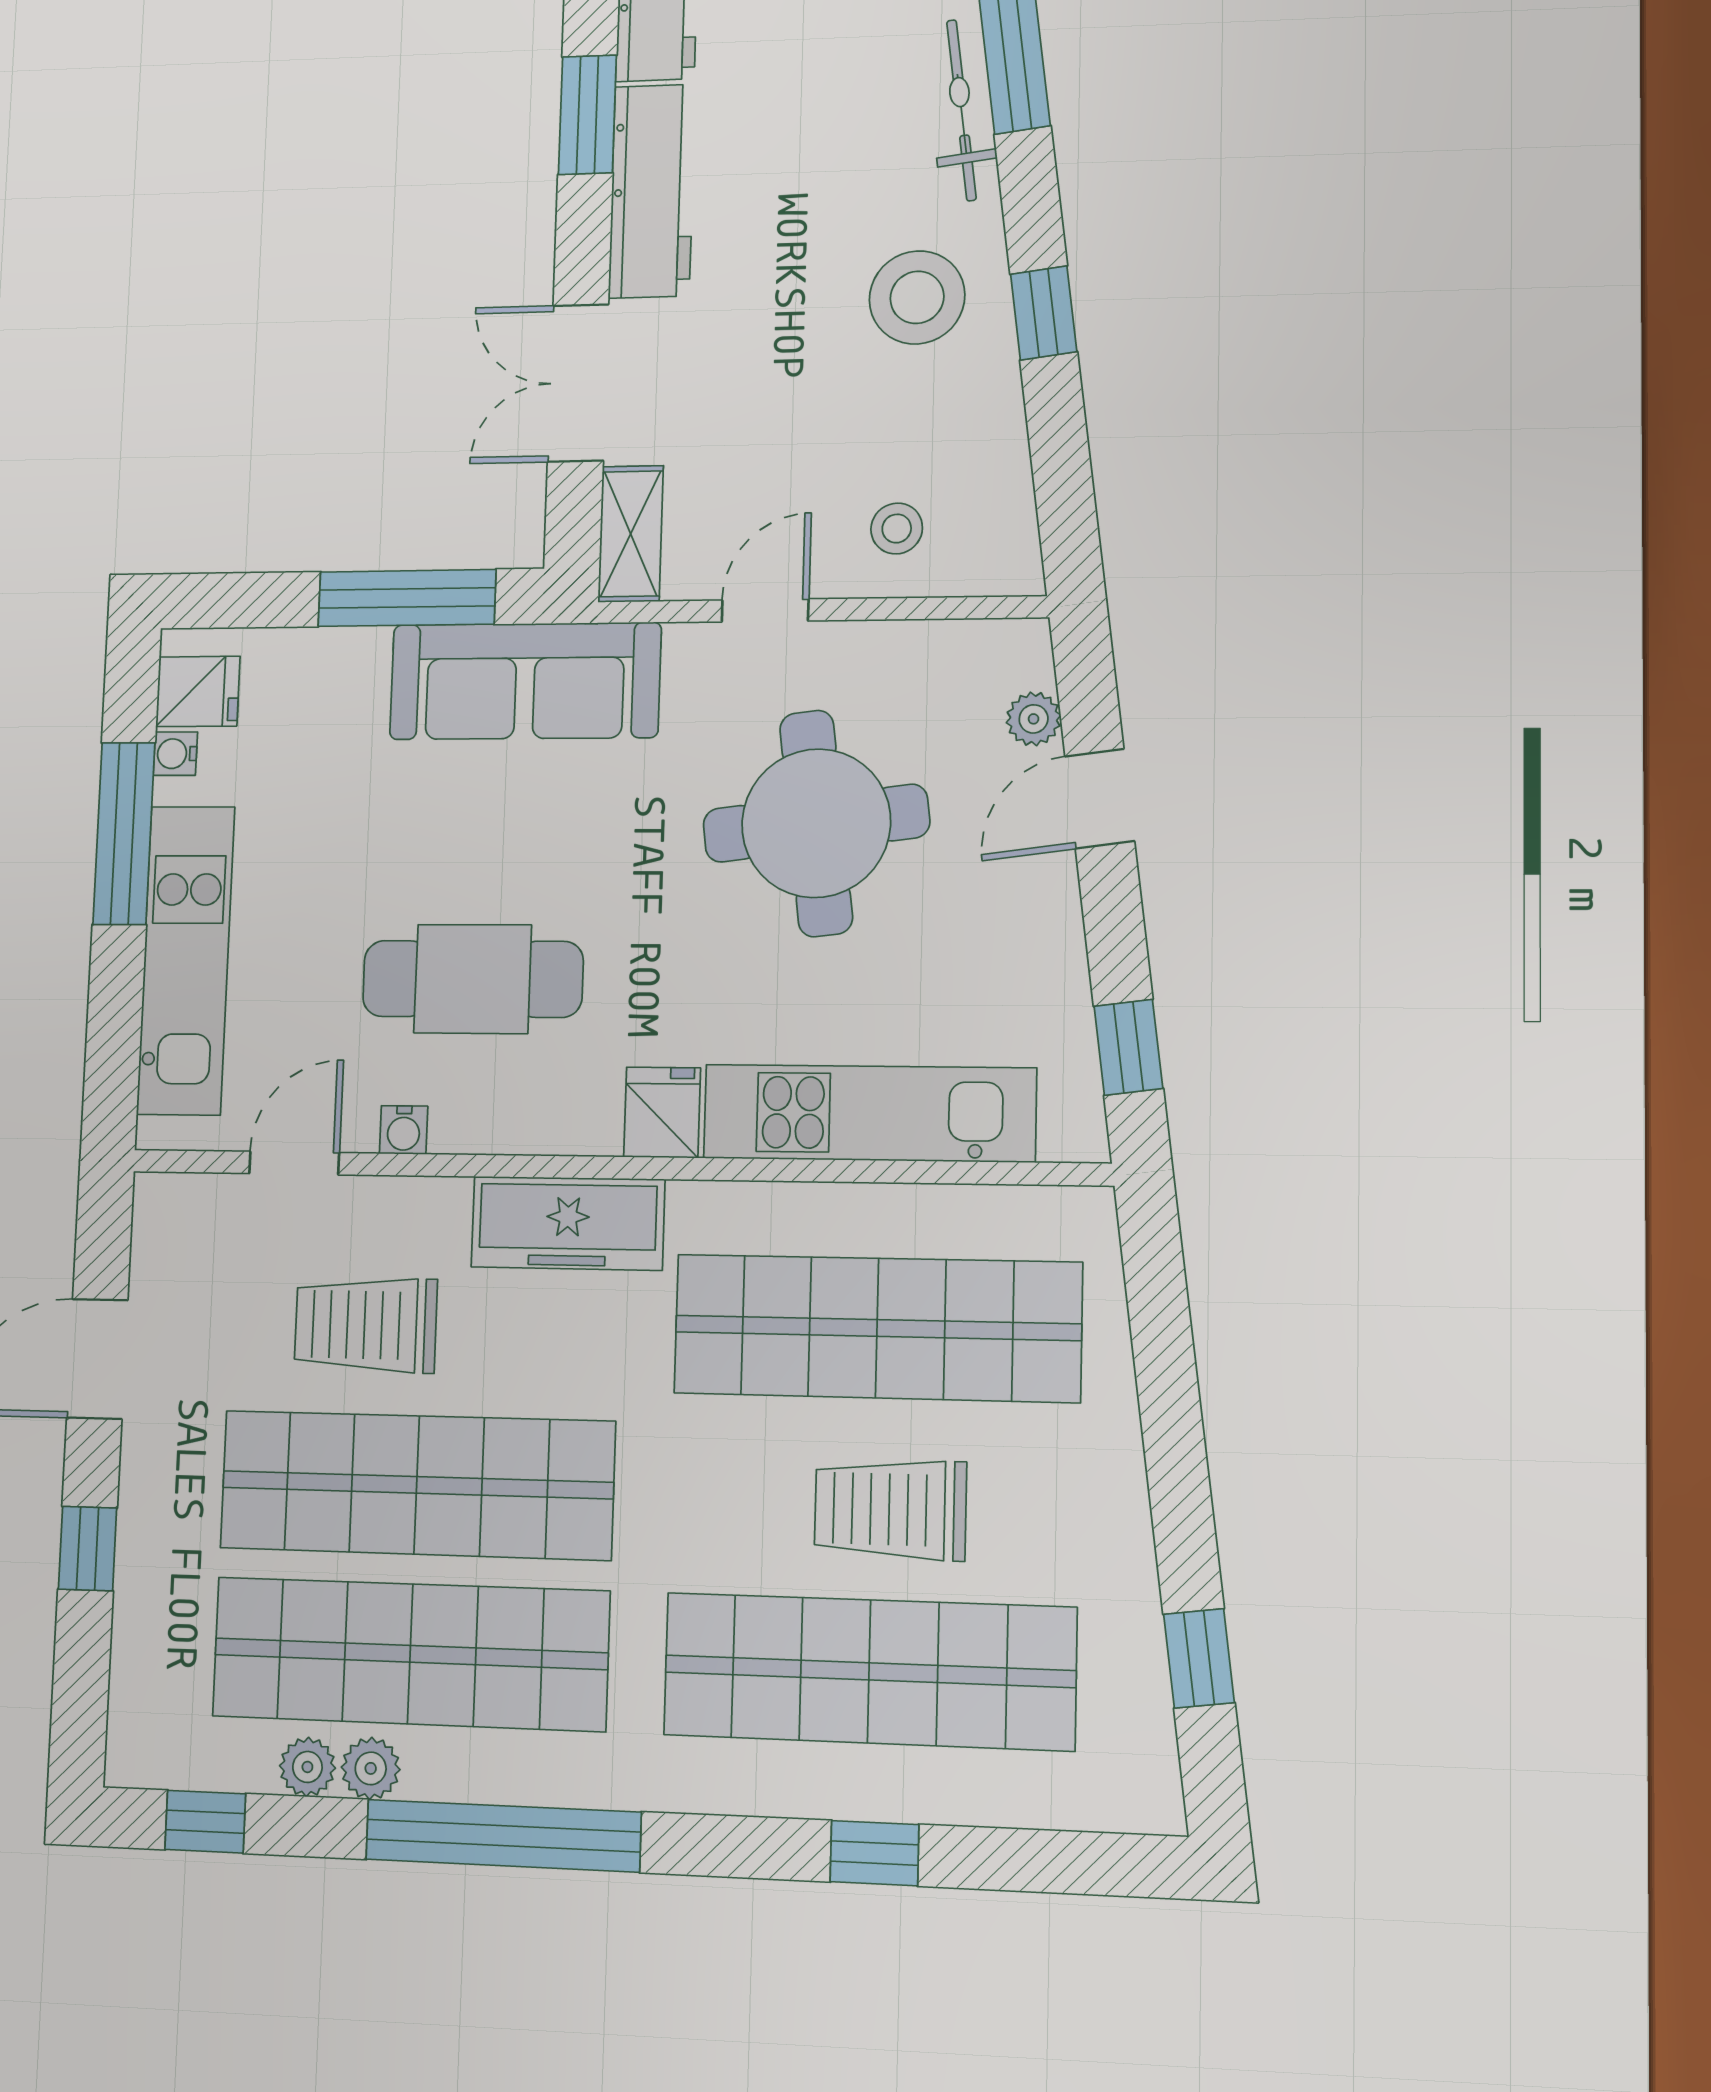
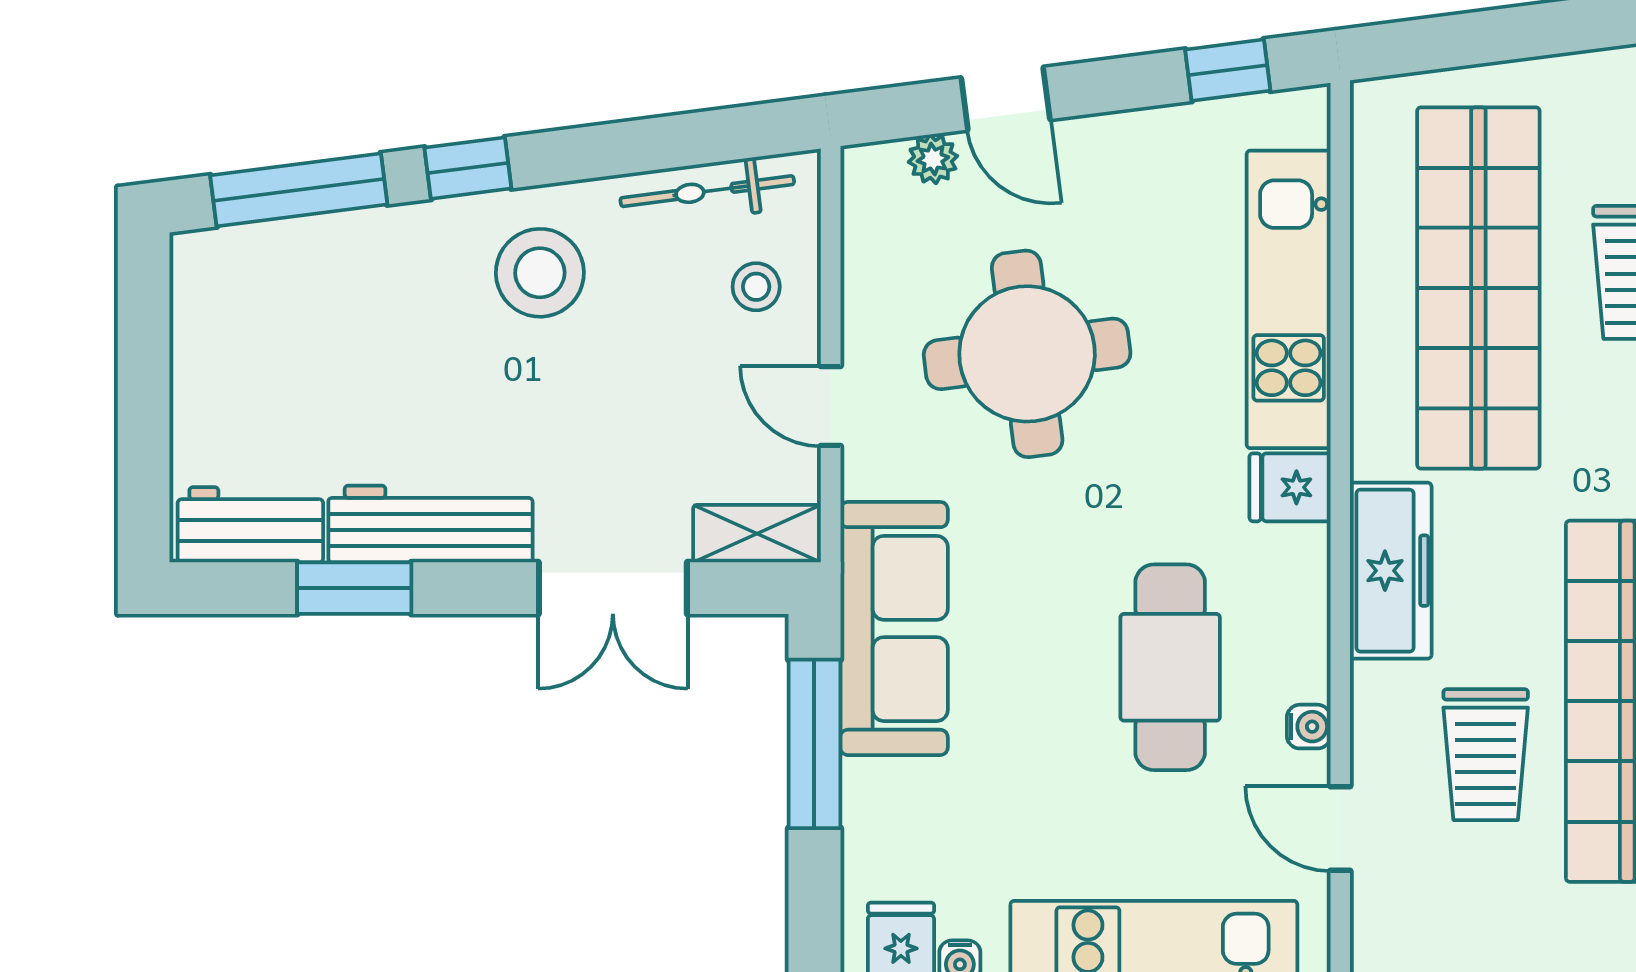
bicycle: (961, 110) -> (707, 191), moved
window: (1044, 313) -> (468, 168), moved

